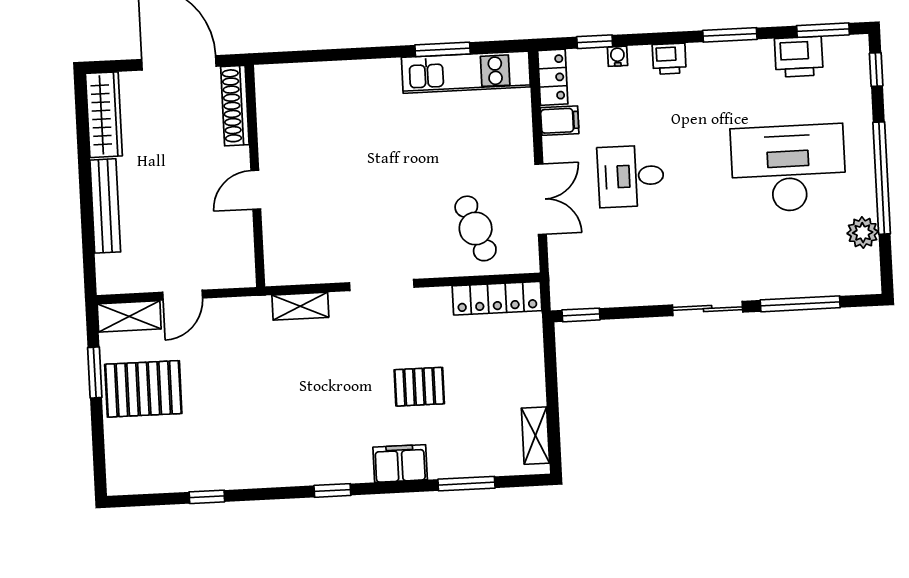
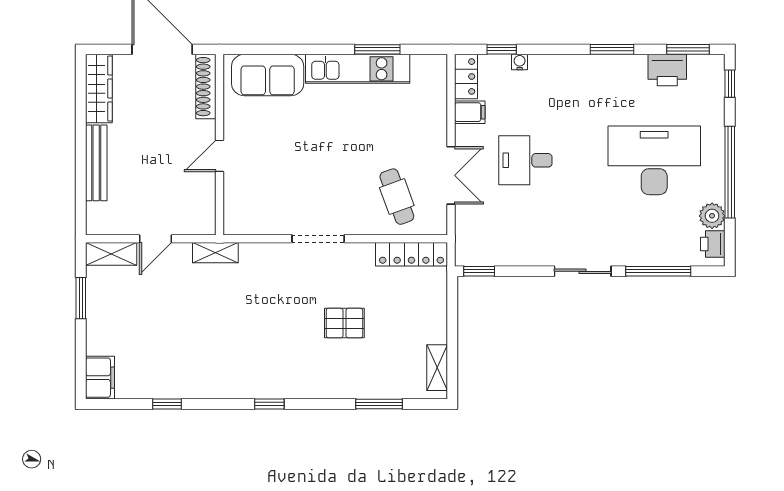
printer: (669, 59) -> (713, 244), moved, turned 90
kitchen unit: (466, 72) -> (358, 69), moved
sofa: (310, 88) -> (268, 75), added
shelving: (300, 306) -> (215, 253), moved
pallet: (143, 389) -> (120, 313), removed
filing cabinet: (400, 463) -> (100, 378), moved, turned 90

